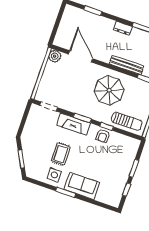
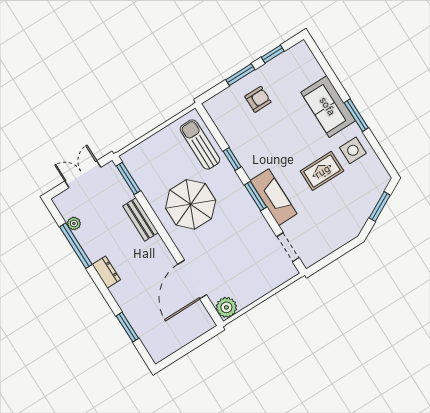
bench: (127, 65) -> (141, 219), width x0.73
armchair: (103, 136) -> (258, 99), moved

